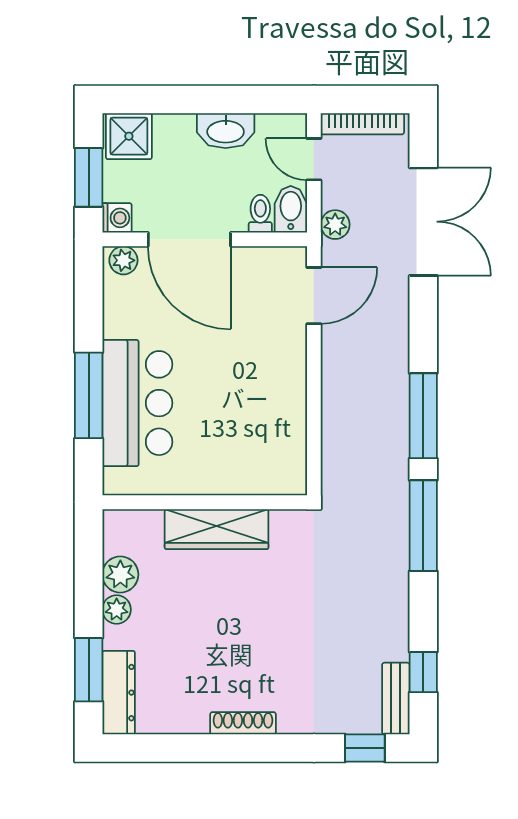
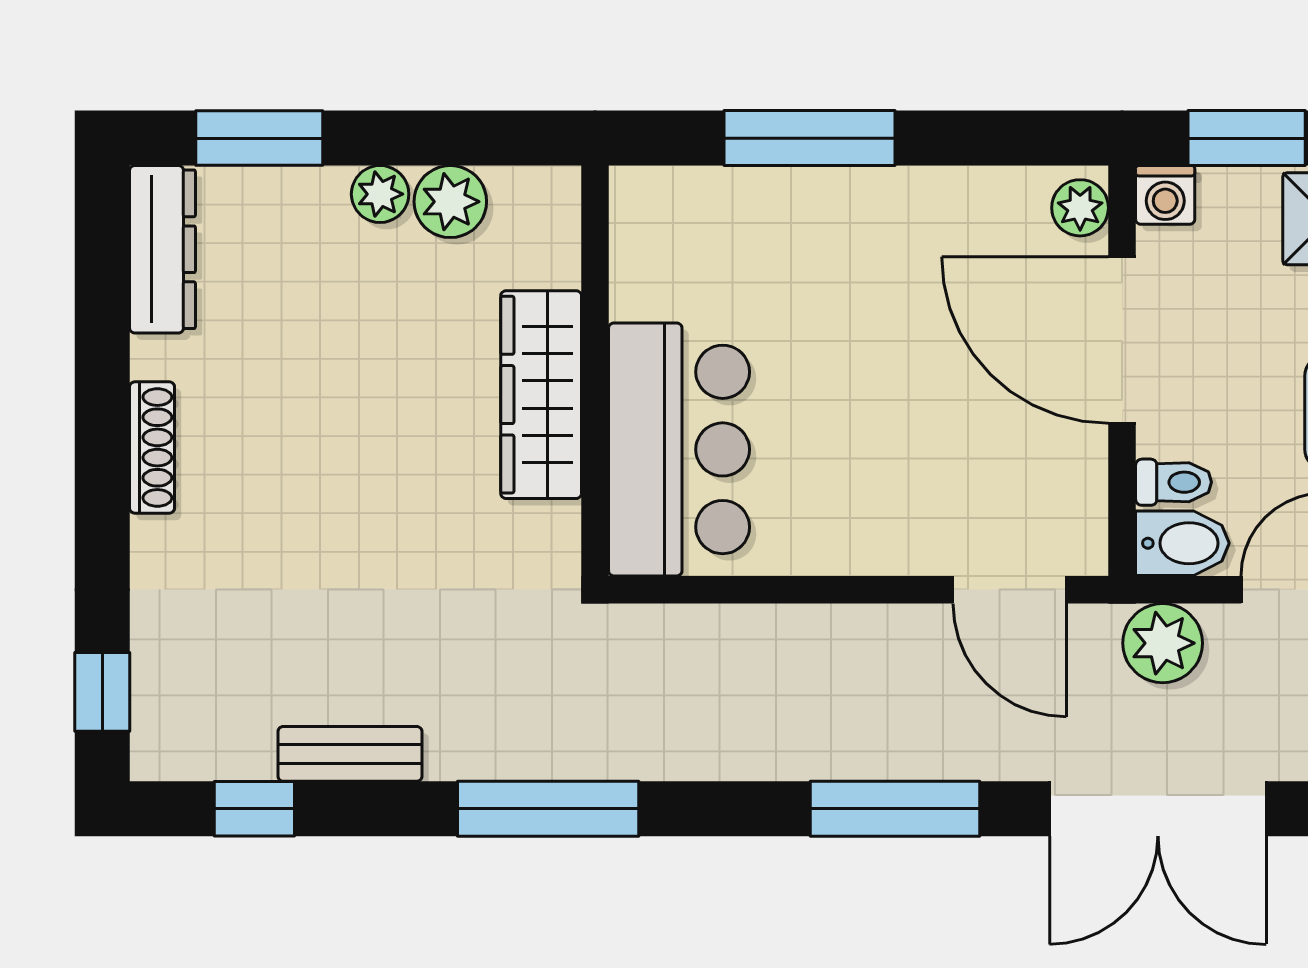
plant: (335, 225) -> (1163, 643), width x1.38, depth x1.38
door: (189, 239) -> (1122, 340), hinge flipped
bar counter: (137, 403) -> (679, 449), moved, turned -90
window: (423, 416) -> (895, 809), moved
dresser: (119, 693) -> (162, 249), moved, turned -90
bench: (396, 699) -> (350, 754), moved

